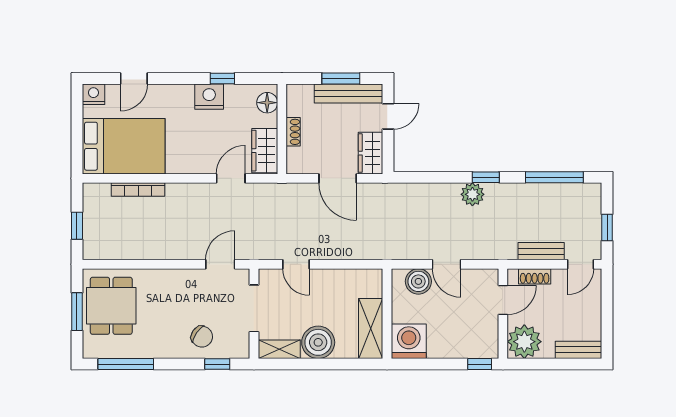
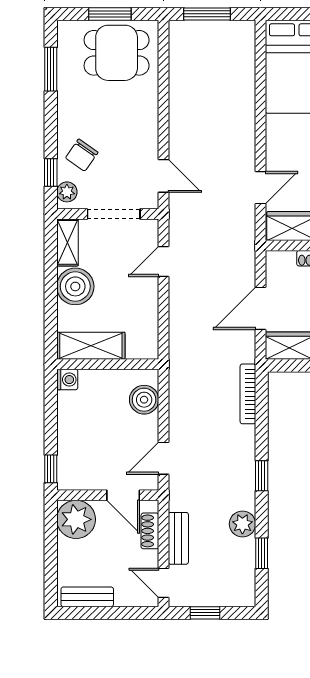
window: (554, 177) -> (262, 553), width x0.46
door: (231, 178) -> (260, 188), hinge flipped
bookcase: (138, 190) -> (248, 394), moved
plant: (472, 194) -> (242, 524), moved
window: (77, 226) -> (207, 14), width x1.50
door: (447, 264) -> (163, 458), moved
washing machine: (409, 341) -> (67, 380), width x0.53, depth x0.53
plant: (234, 350) -> (67, 192), added
bench: (579, 350) -> (87, 597), moved, turned 90
window: (126, 364) -> (51, 69), width x0.69

